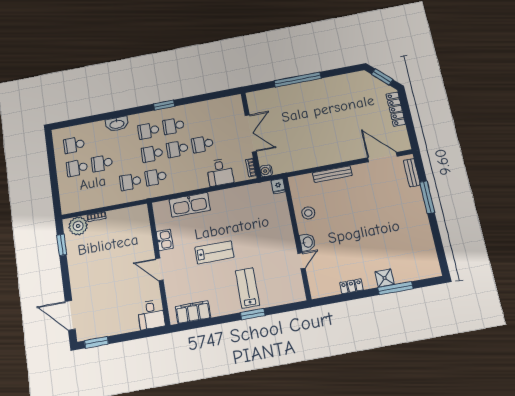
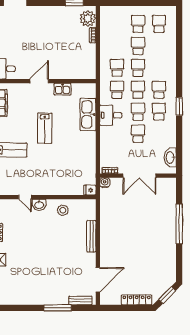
washbasin: (117, 124) -> (170, 157), moved
school desk: (127, 158) -> (138, 68), added
desk: (220, 172) -> (111, 115), moved

